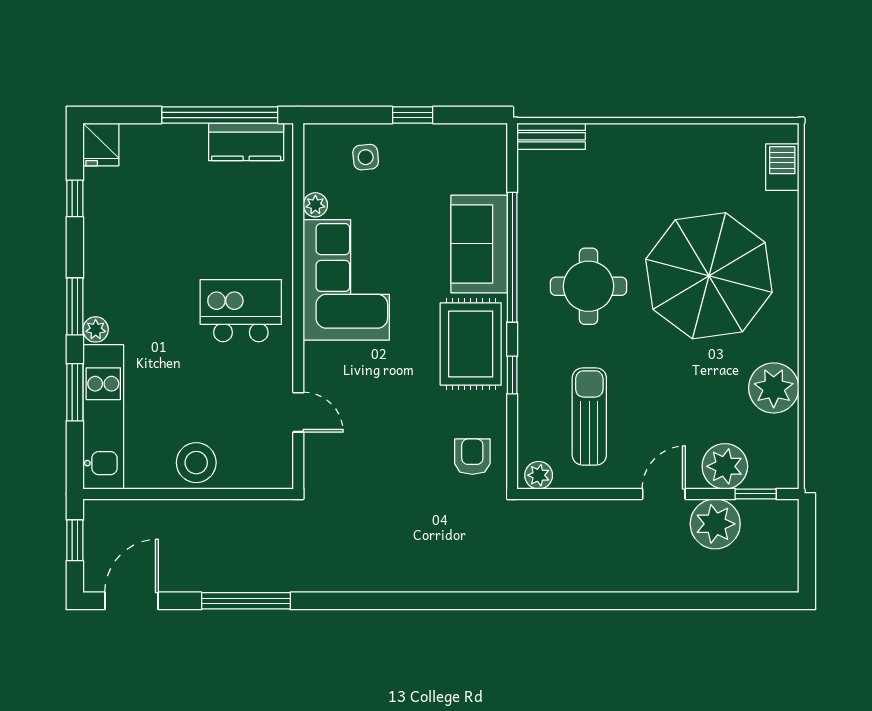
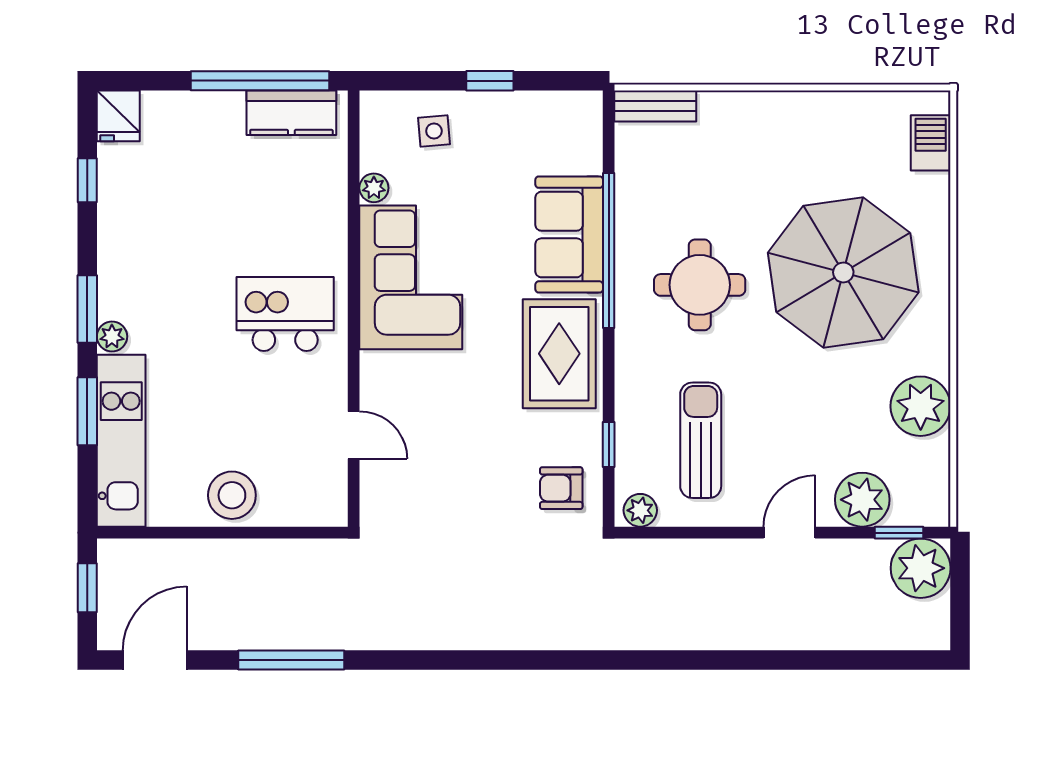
window: (512, 375) -> (609, 444), moved
armchair: (472, 457) -> (561, 488), turned -90
plant: (715, 524) -> (921, 568), moved

